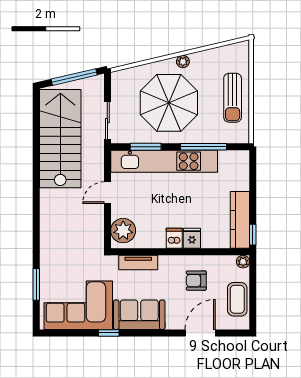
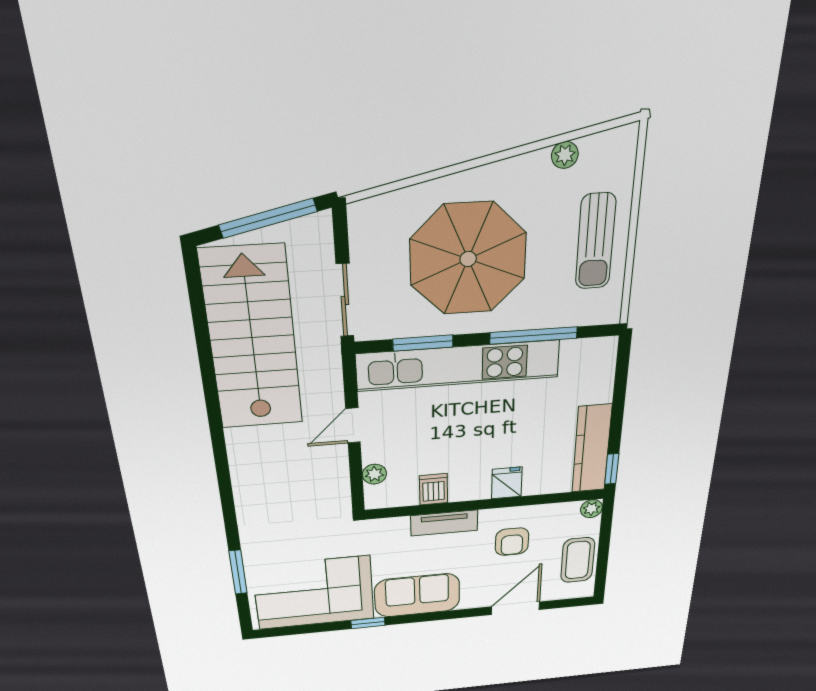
plant: (183, 62) -> (565, 155), moved
plant: (123, 231) -> (374, 474), width x0.53, depth x0.53
dishwasher: (174, 238) -> (434, 489), moved
tv unit: (138, 262) -> (444, 523), moved
armchair: (196, 281) -> (512, 542), turned -90

